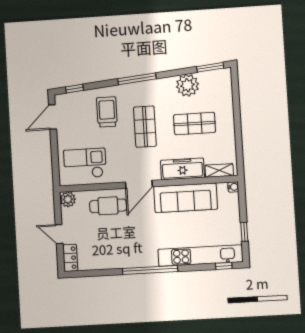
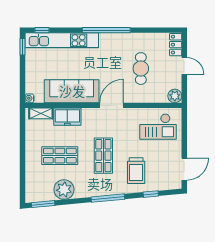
window: (74, 89) -> (151, 194), moved
freezer: (182, 169) -> (67, 117), width x0.71
cafe table: (108, 206) -> (141, 69), moved, turned 90
window: (244, 232) -> (22, 47), moved

